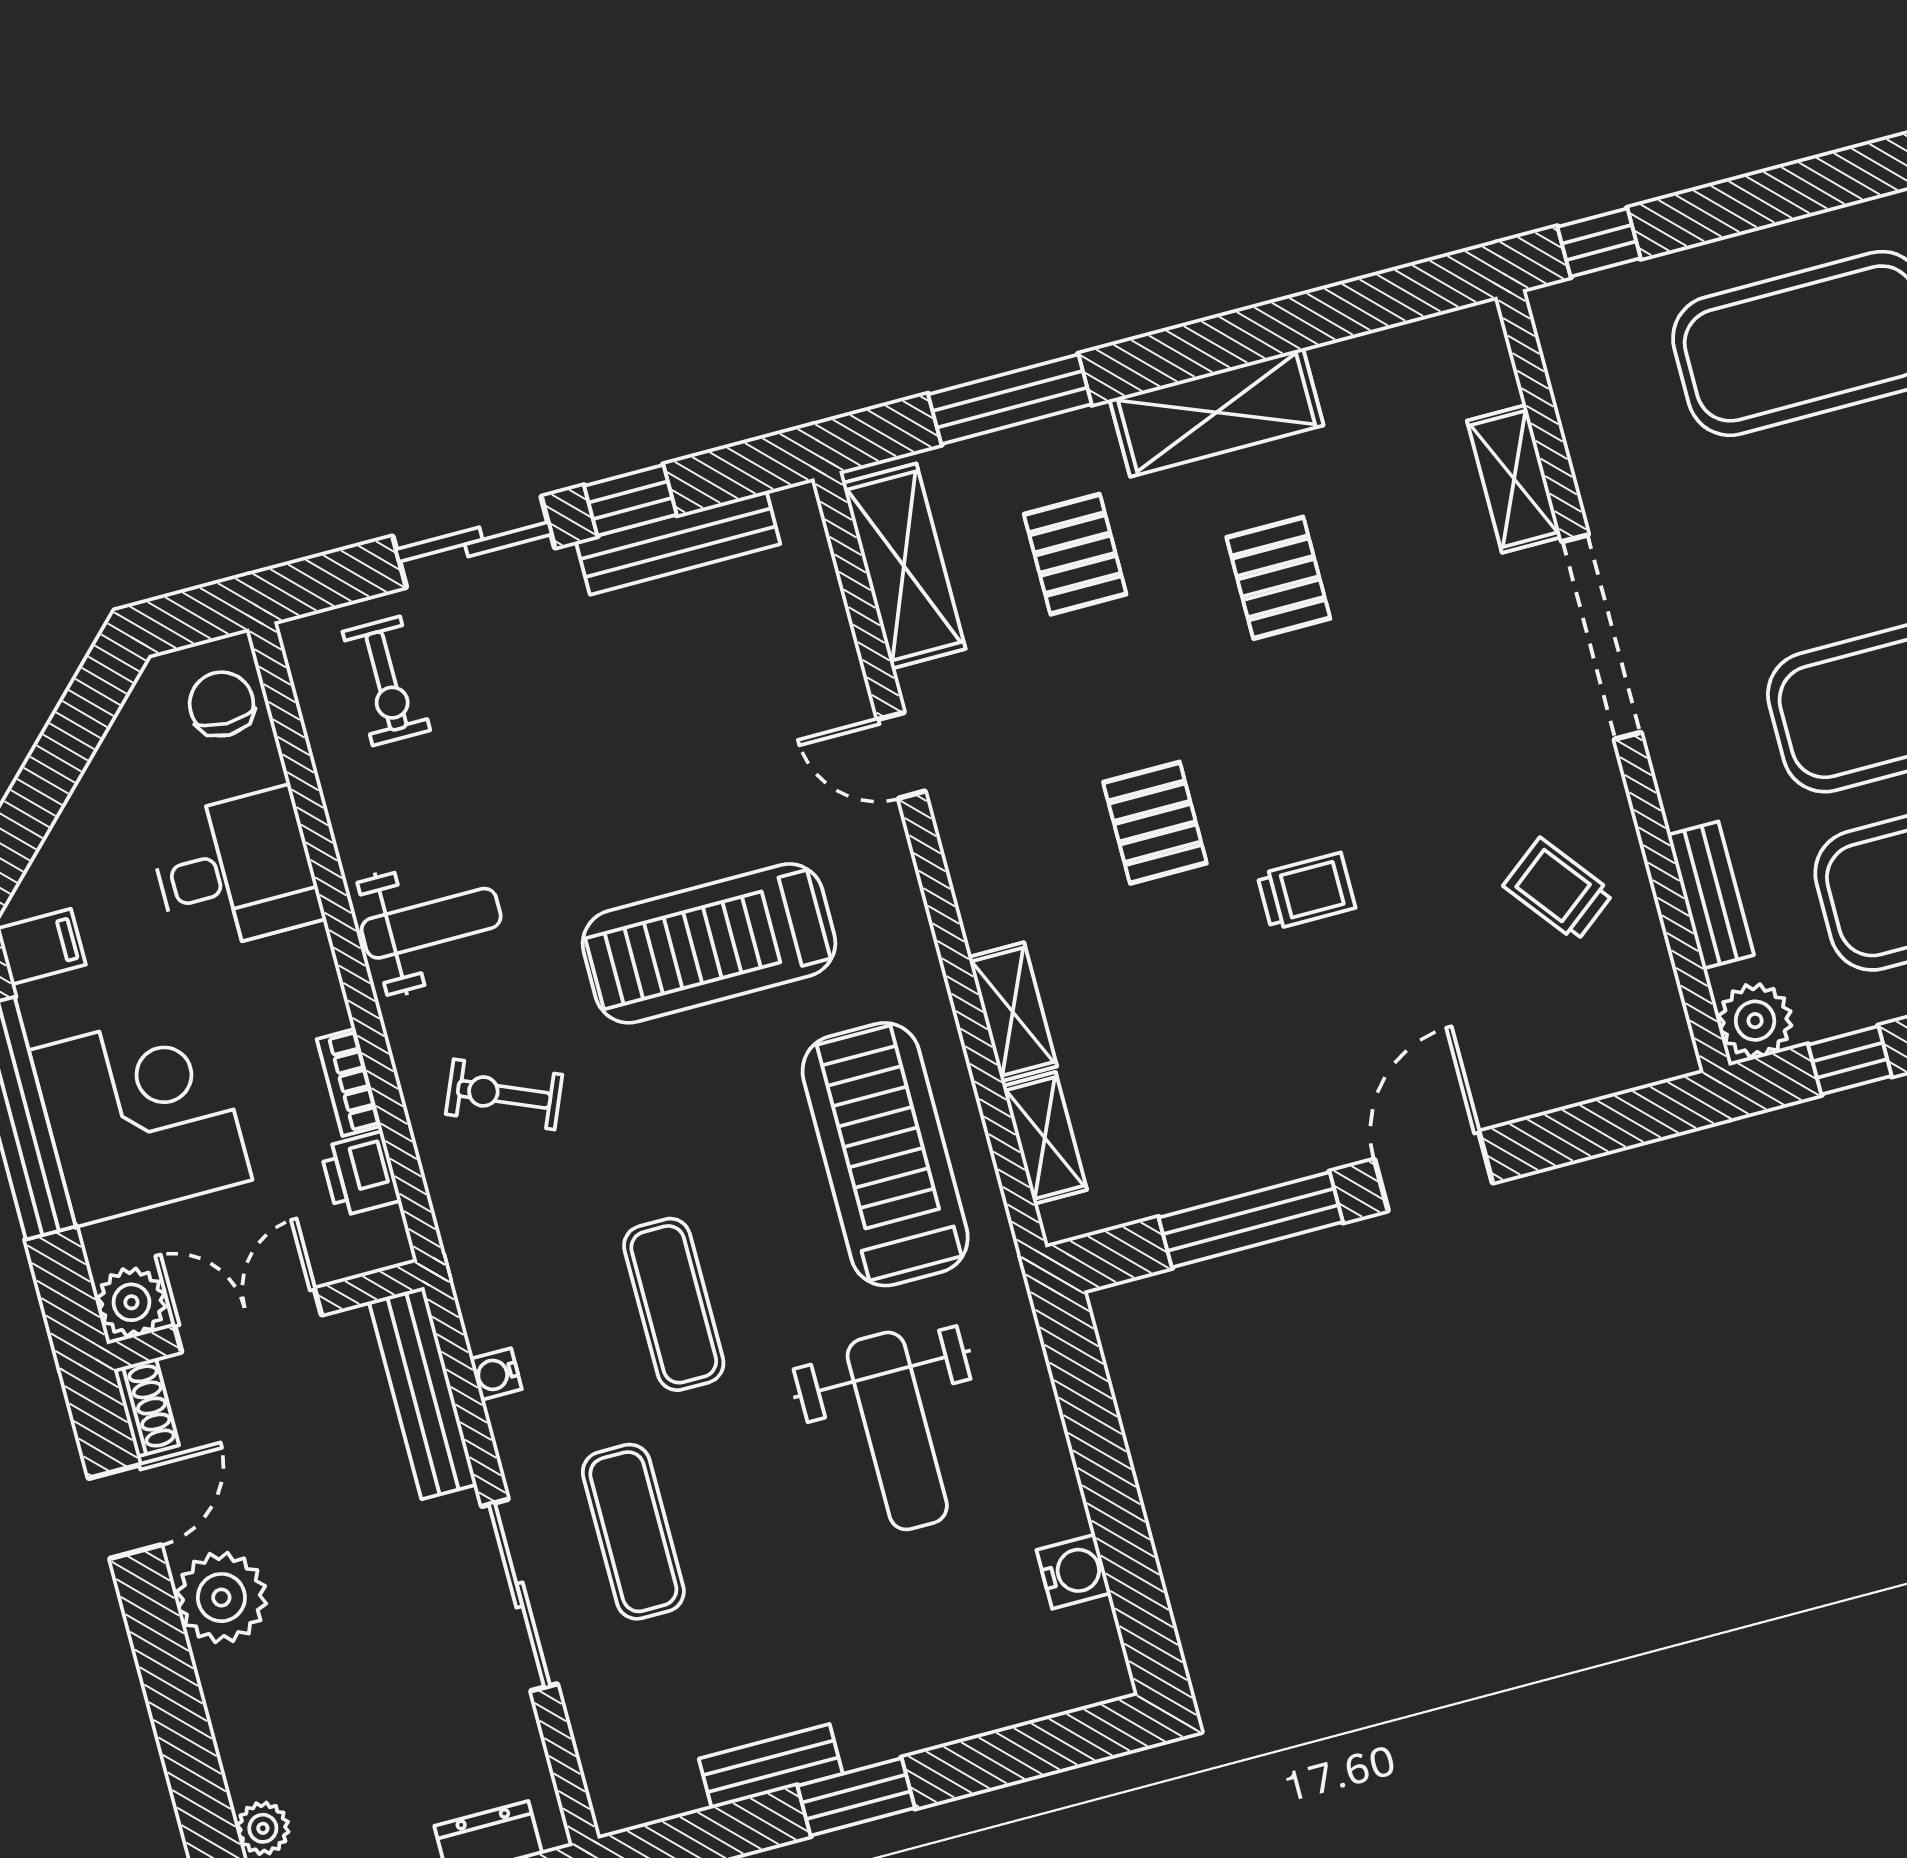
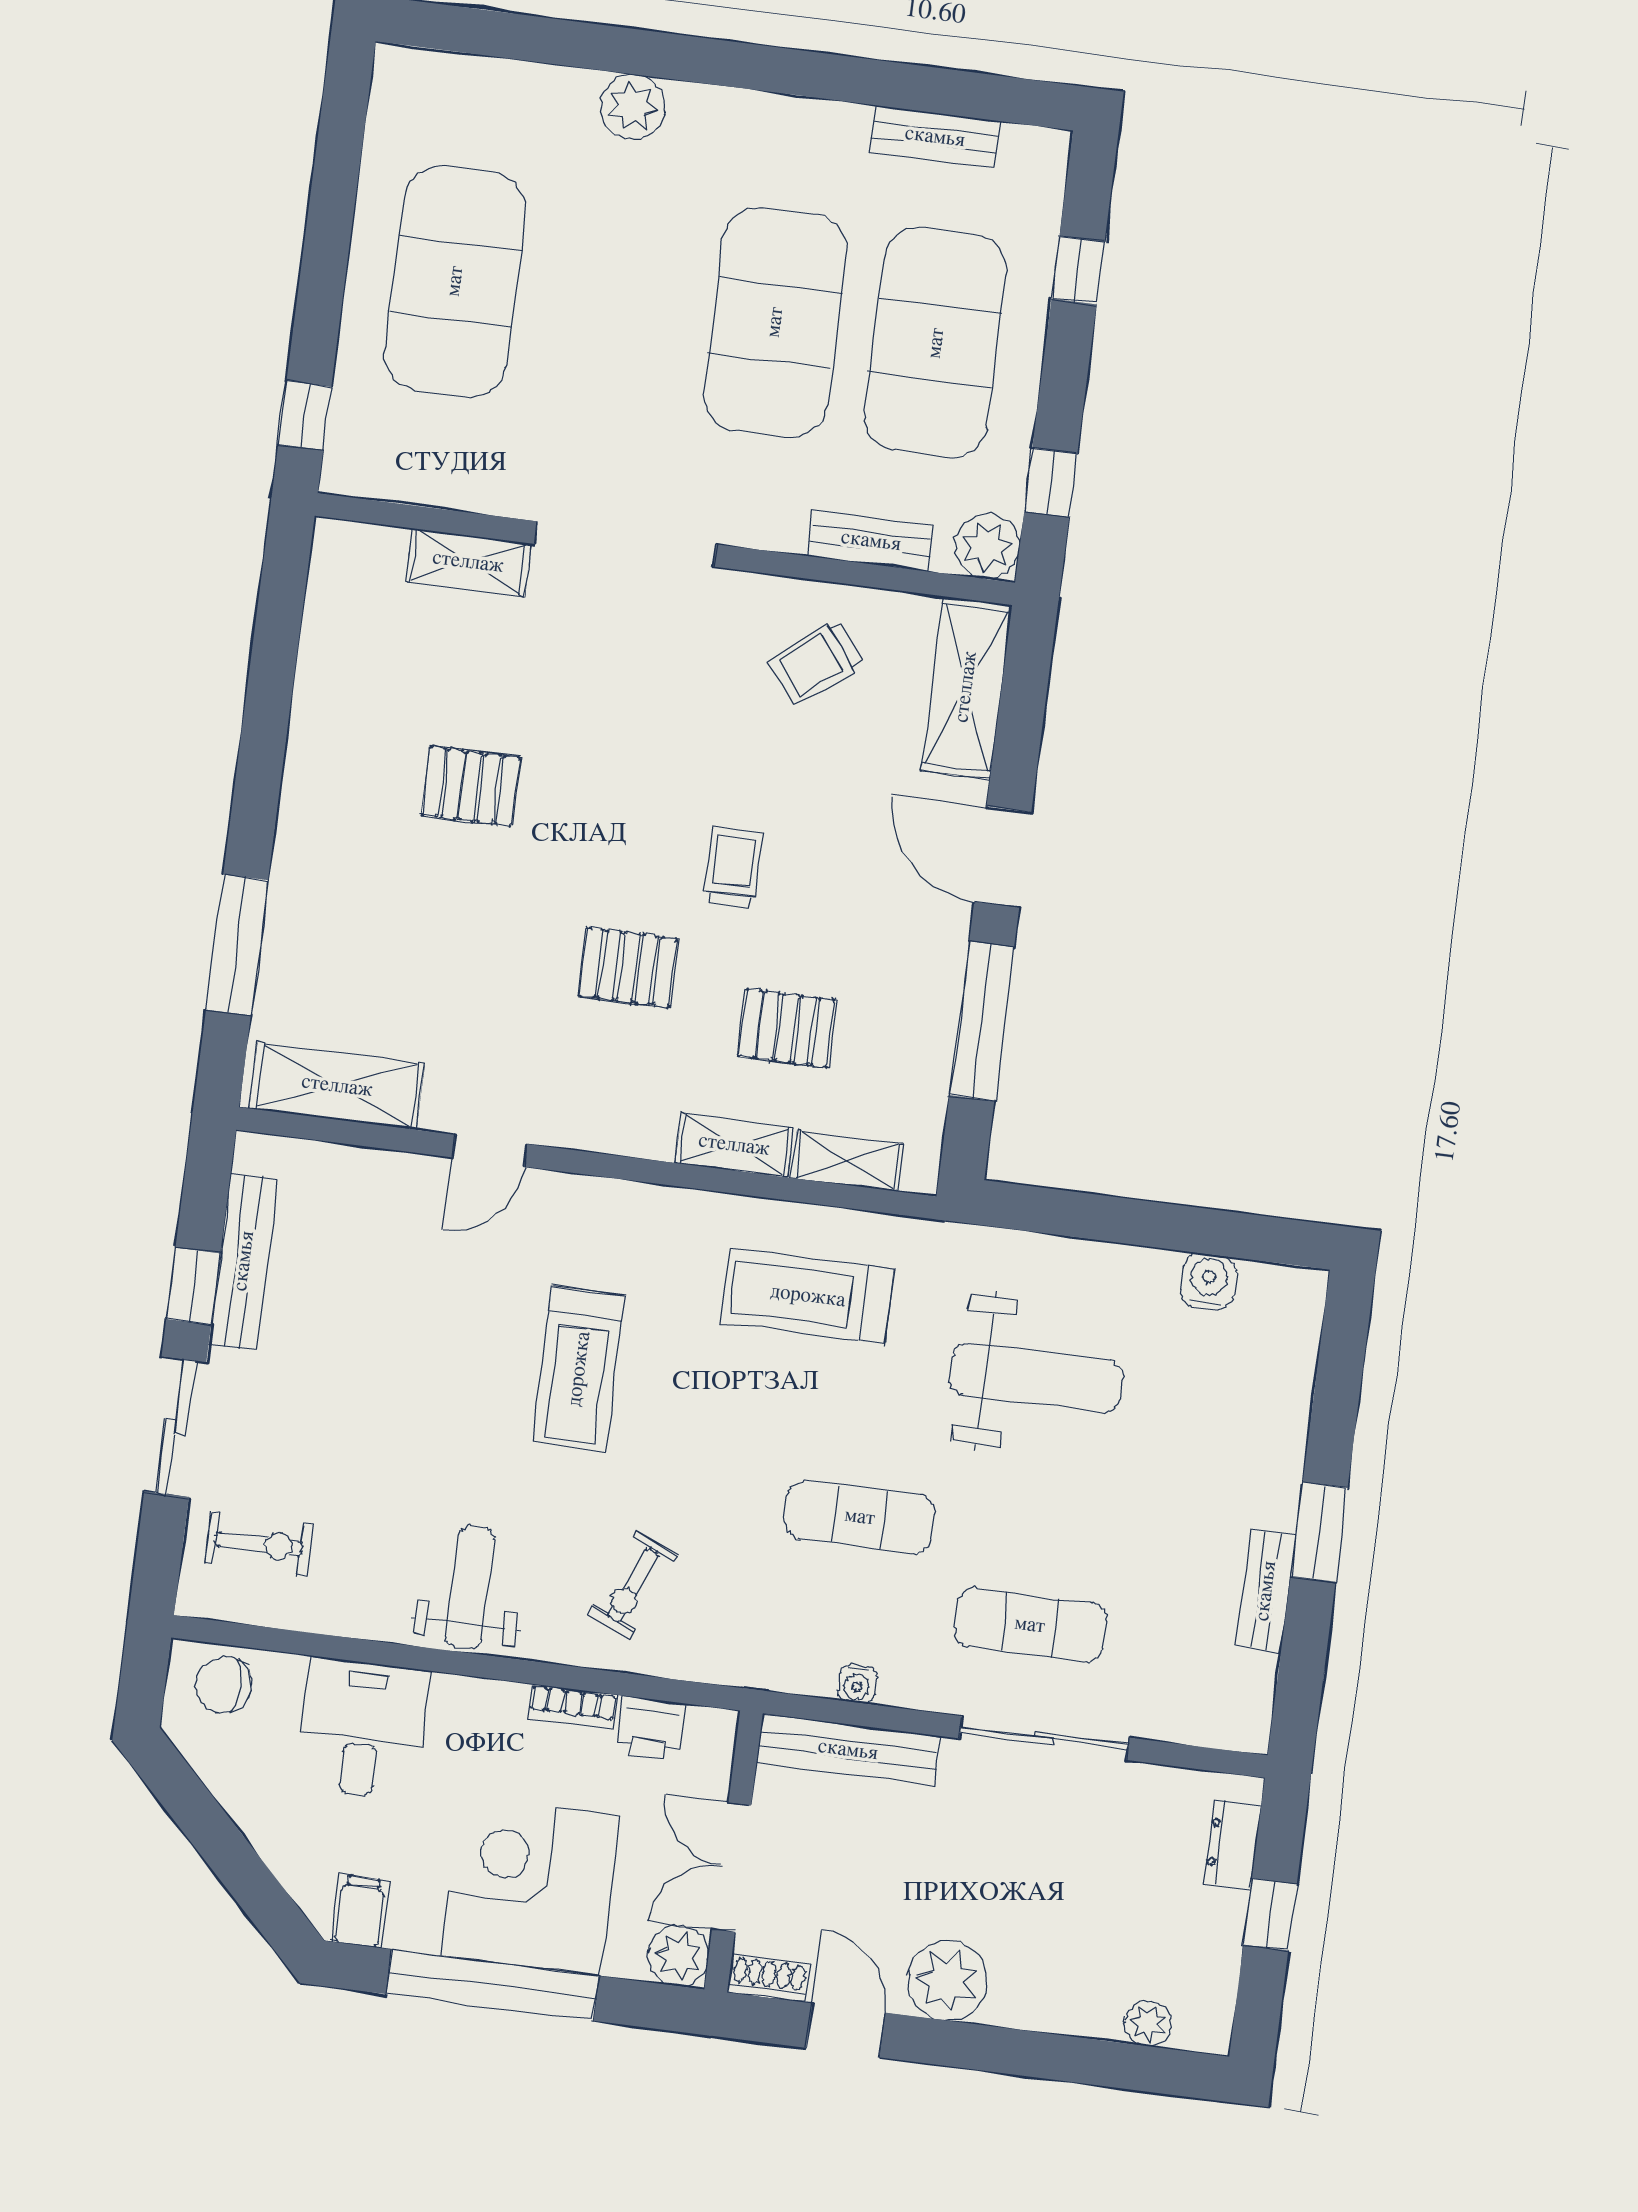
shelving: (1216, 412) -> (966, 687), moved
pallet: (1075, 554) -> (787, 1028), moved
treadmill: (709, 943) -> (579, 1369), width x0.73, depth x0.73
treadmill: (885, 1154) -> (808, 1296), width x0.73, depth x0.73

